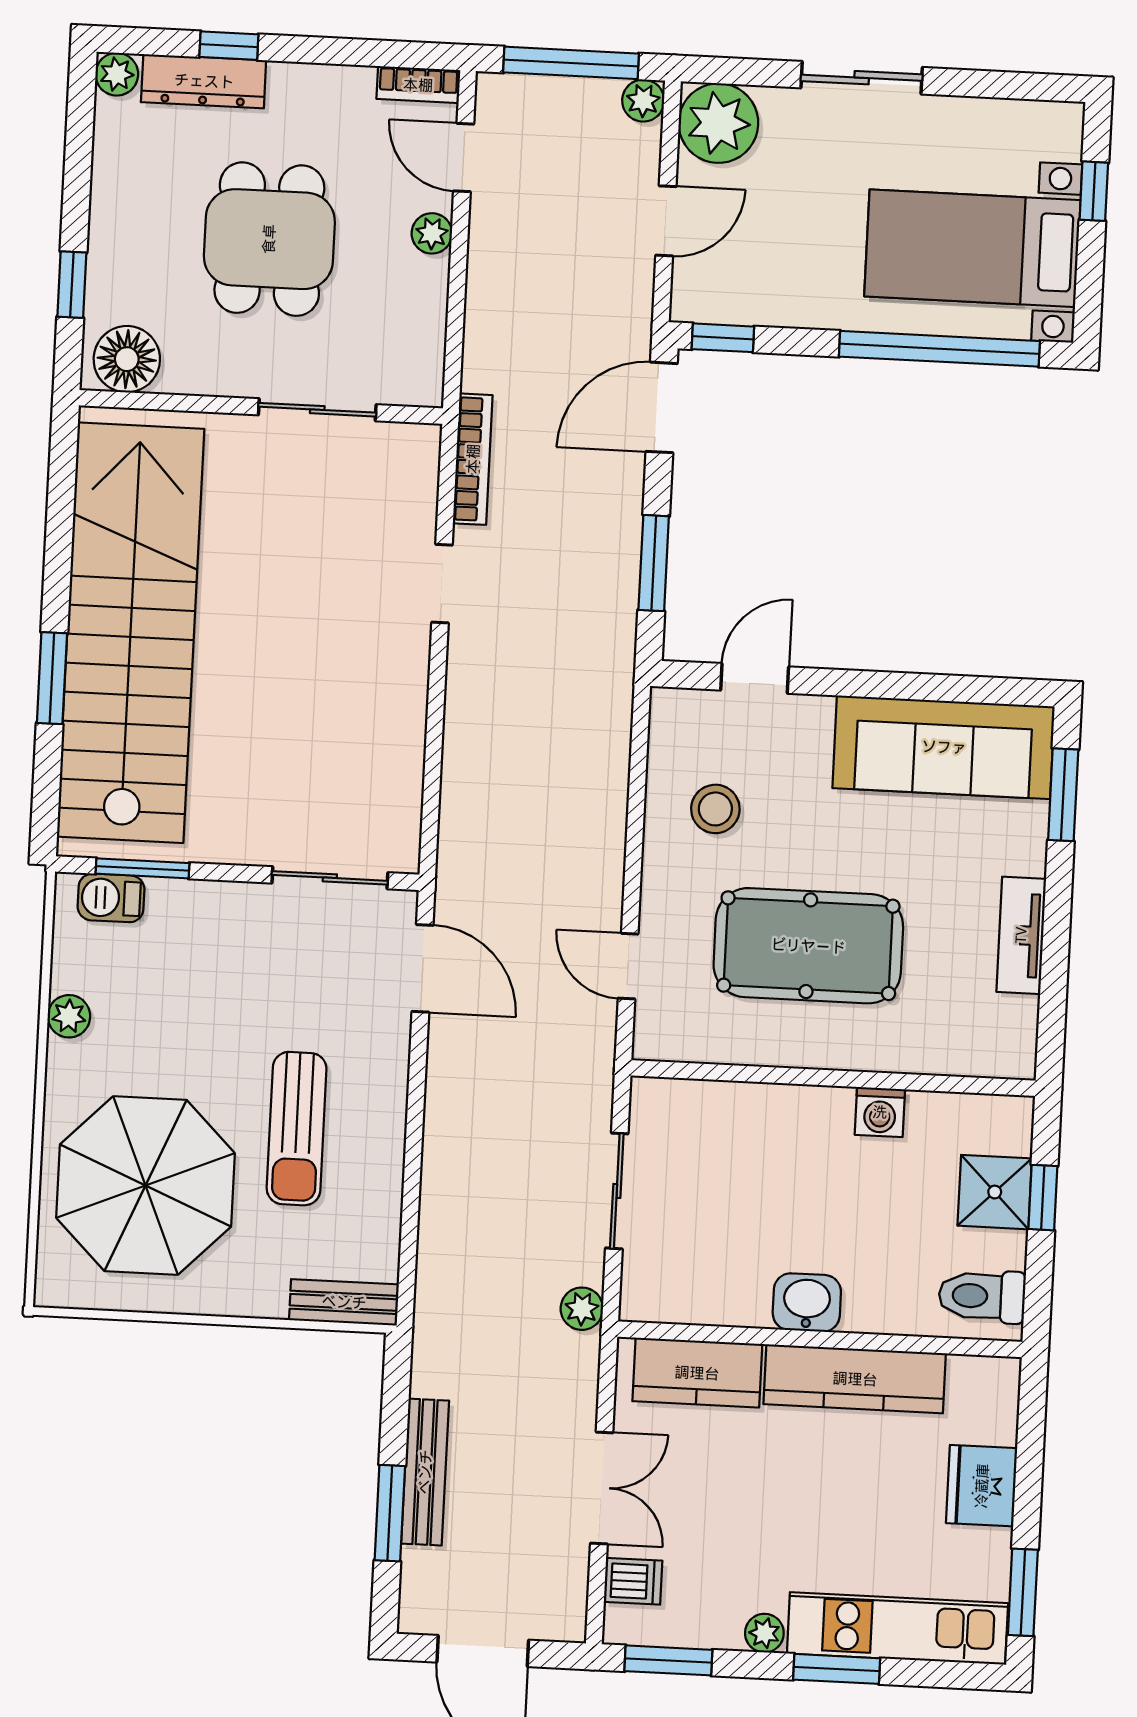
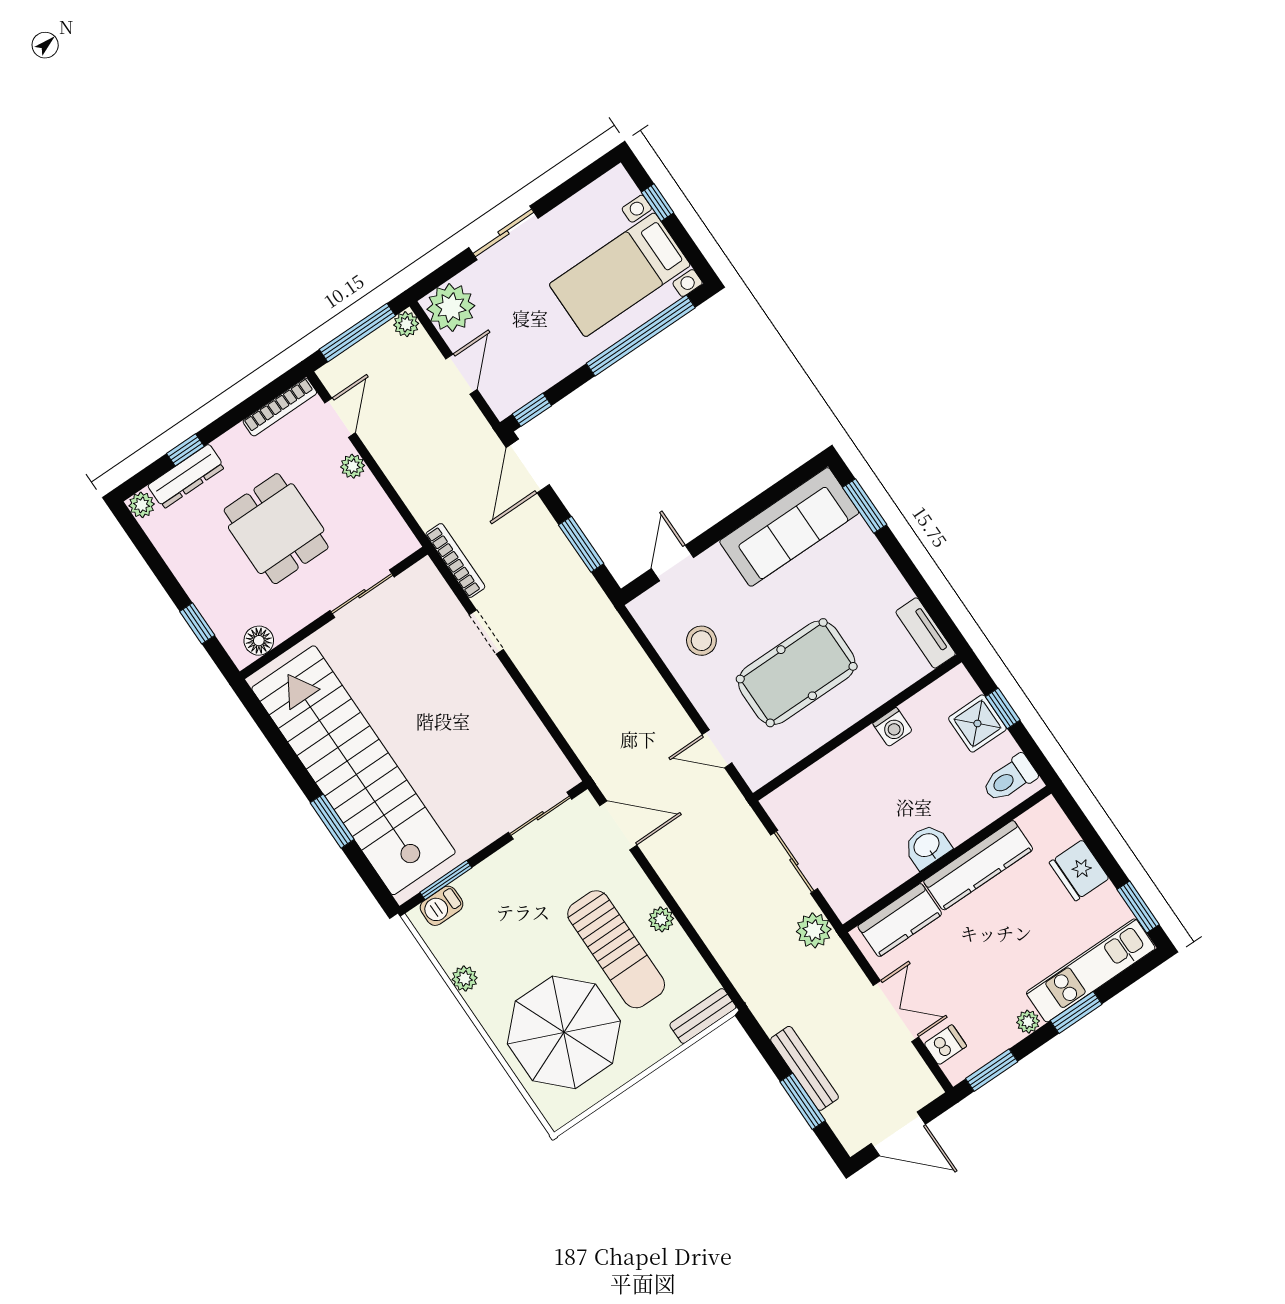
bookcase: (418, 85) -> (280, 407), width x1.56
door: (464, 157) -> (340, 418), swing flipped
floor lamp: (127, 359) -> (259, 641), width x0.73, depth x0.73
tv unit: (1021, 935) -> (926, 633), moved
sun lounger: (297, 1129) -> (616, 949), width x1.36, depth x1.34
plant: (385, 1134) -> (661, 919), added
plant: (582, 1309) -> (814, 930), width x1.38, depth x1.38

